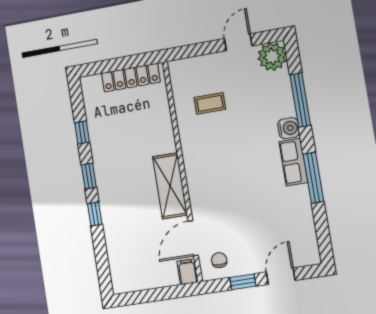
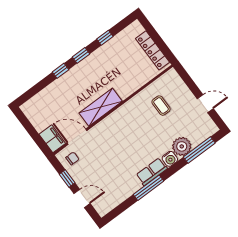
plant: (272, 57) -> (182, 146), moved
window: (300, 100) -> (199, 150), moved
filing cabinet: (188, 272) -> (52, 139), width x2.00

